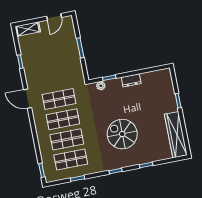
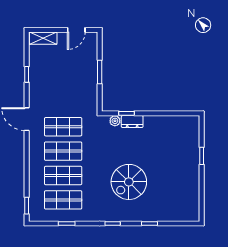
dresser: (131, 80) -> (132, 122), moved
spiral stairs: (122, 134) -> (129, 182), turned -90
wardrobe: (176, 135) -> (191, 195), removed

